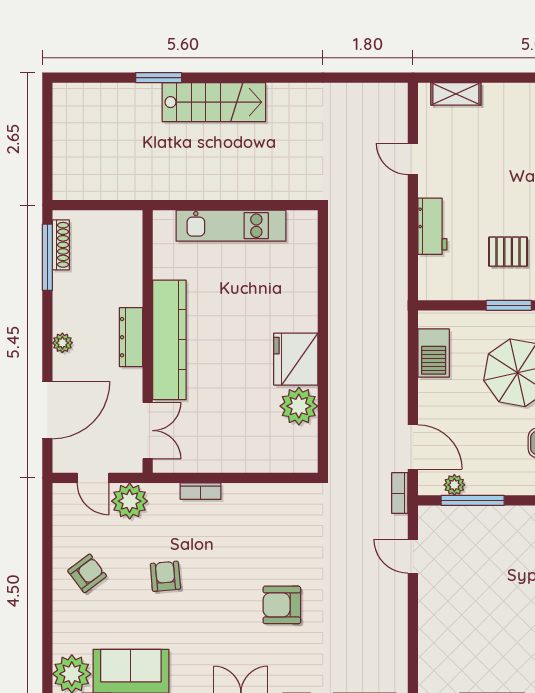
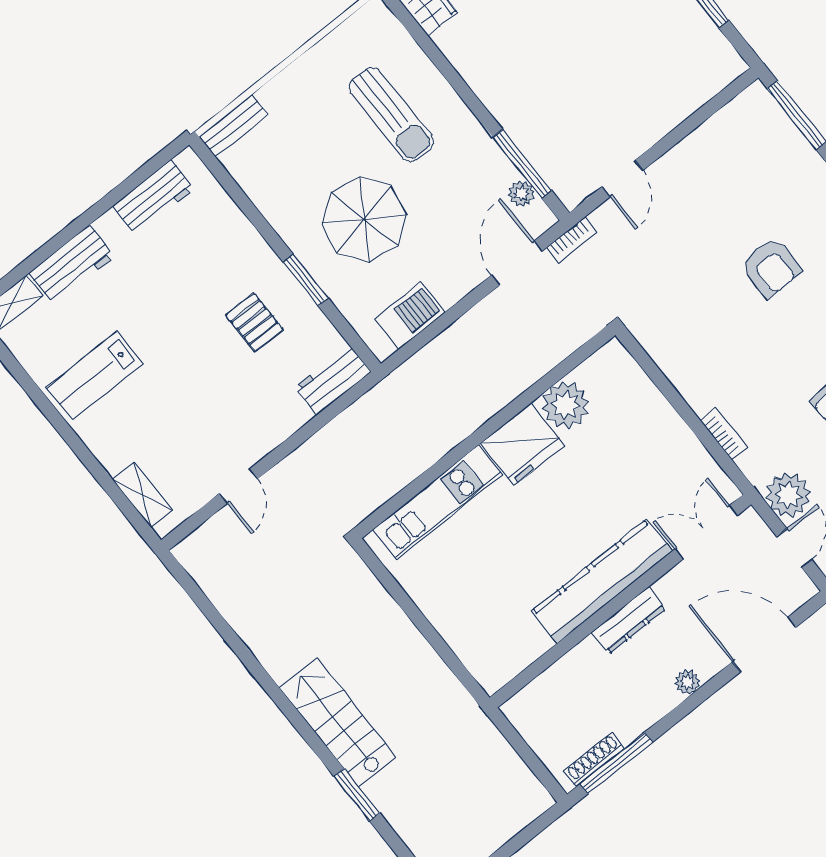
kitchen unit: (231, 226) -> (437, 502), moved, turned 90
workbench: (432, 226) -> (333, 380), moved

